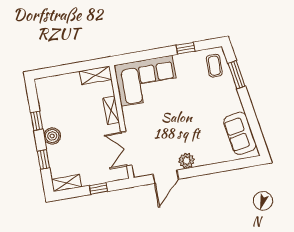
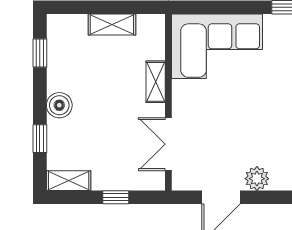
shelving: (96, 75) -> (112, 25), moved
window: (37, 121) -> (40, 53), moved

